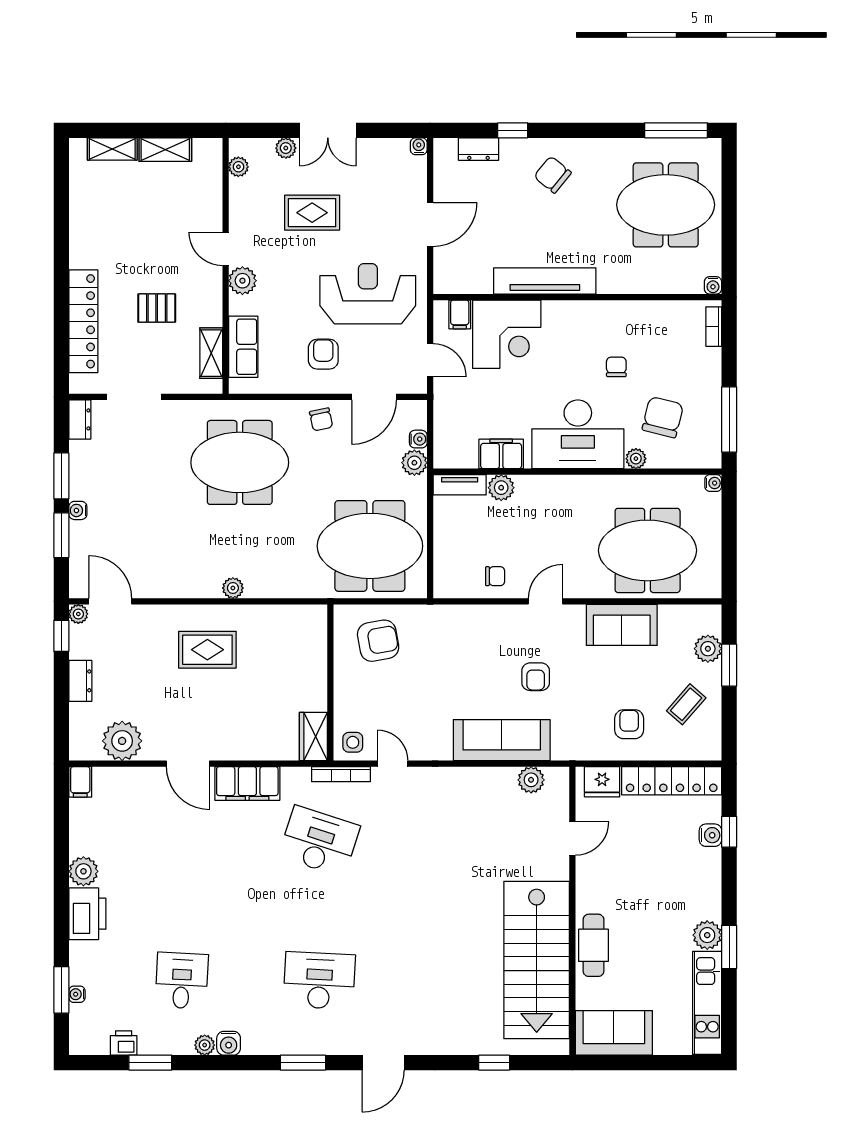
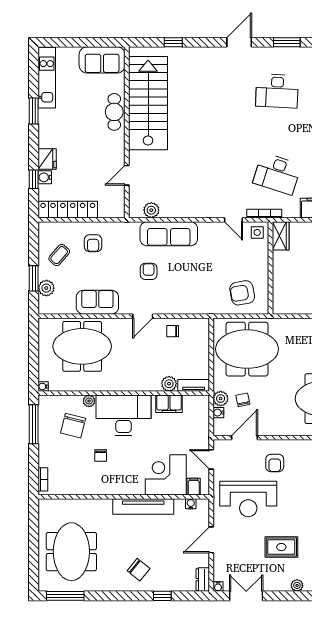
double door: (328, 130) -> (246, 596), moved
dresser: (478, 149) -> (203, 580), moved, turned -90
meeting table: (666, 205) -> (71, 552), turned 90
water cooler: (713, 285) -> (191, 504), moved
chair: (321, 419) -> (243, 400), moved
fridge: (602, 782) -> (47, 159), moved, turned 90
plant: (707, 935) -> (47, 118), removed

